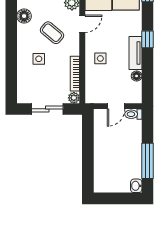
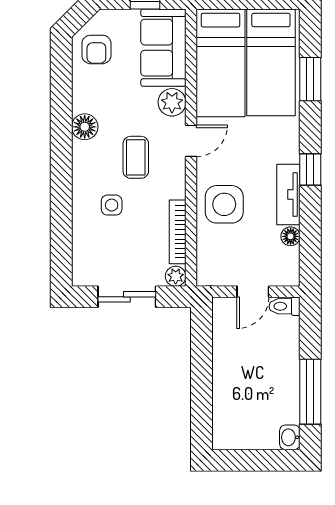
coffee table: (52, 33) -> (136, 157), turned 50
side table: (100, 58) -> (224, 204), width x1.87, depth x1.87

